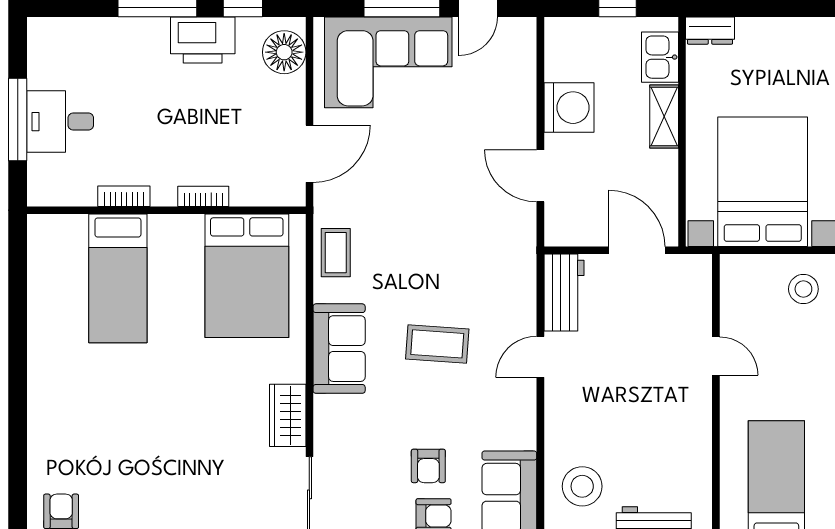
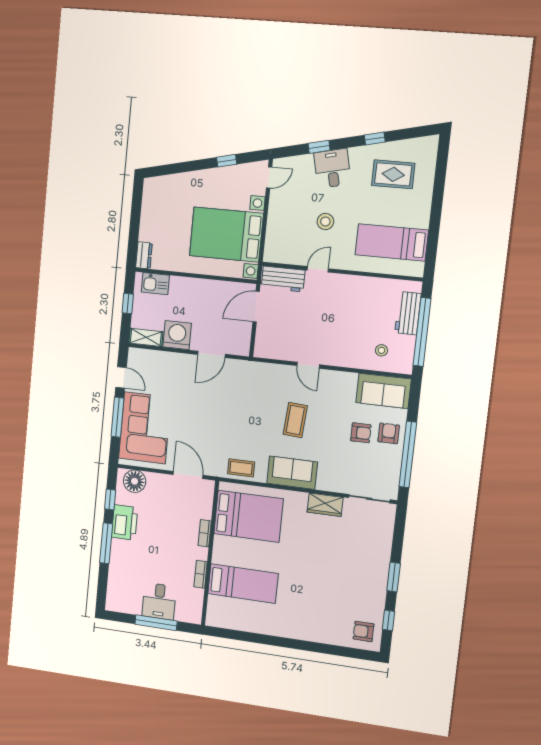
shelving: (664, 116) -> (146, 337), moved
stool: (803, 289) -> (325, 222), moved
workbench: (564, 293) -> (283, 279), moved, turned 180
stool: (582, 486) -> (381, 350), width x0.53, depth x0.53

